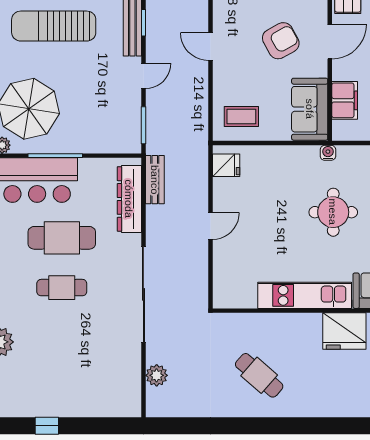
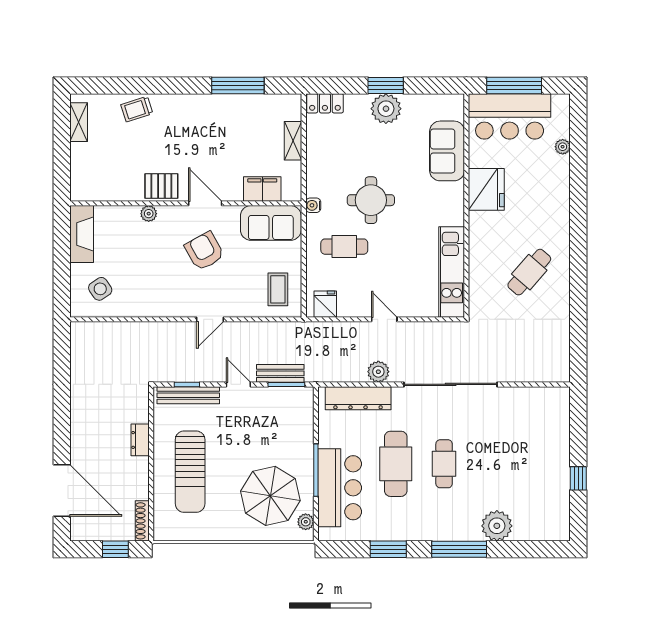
bench: (155, 180) -> (280, 373), moved
cafe table: (285, 185) -> (344, 247), added
kitchen unit: (305, 295) -> (452, 272), moved
plant: (157, 375) -> (378, 372), moved

